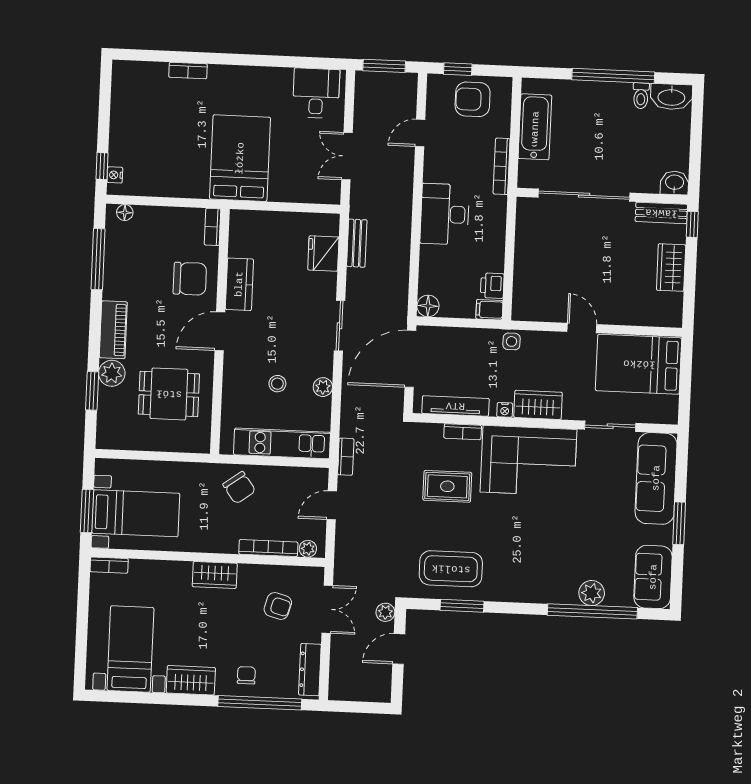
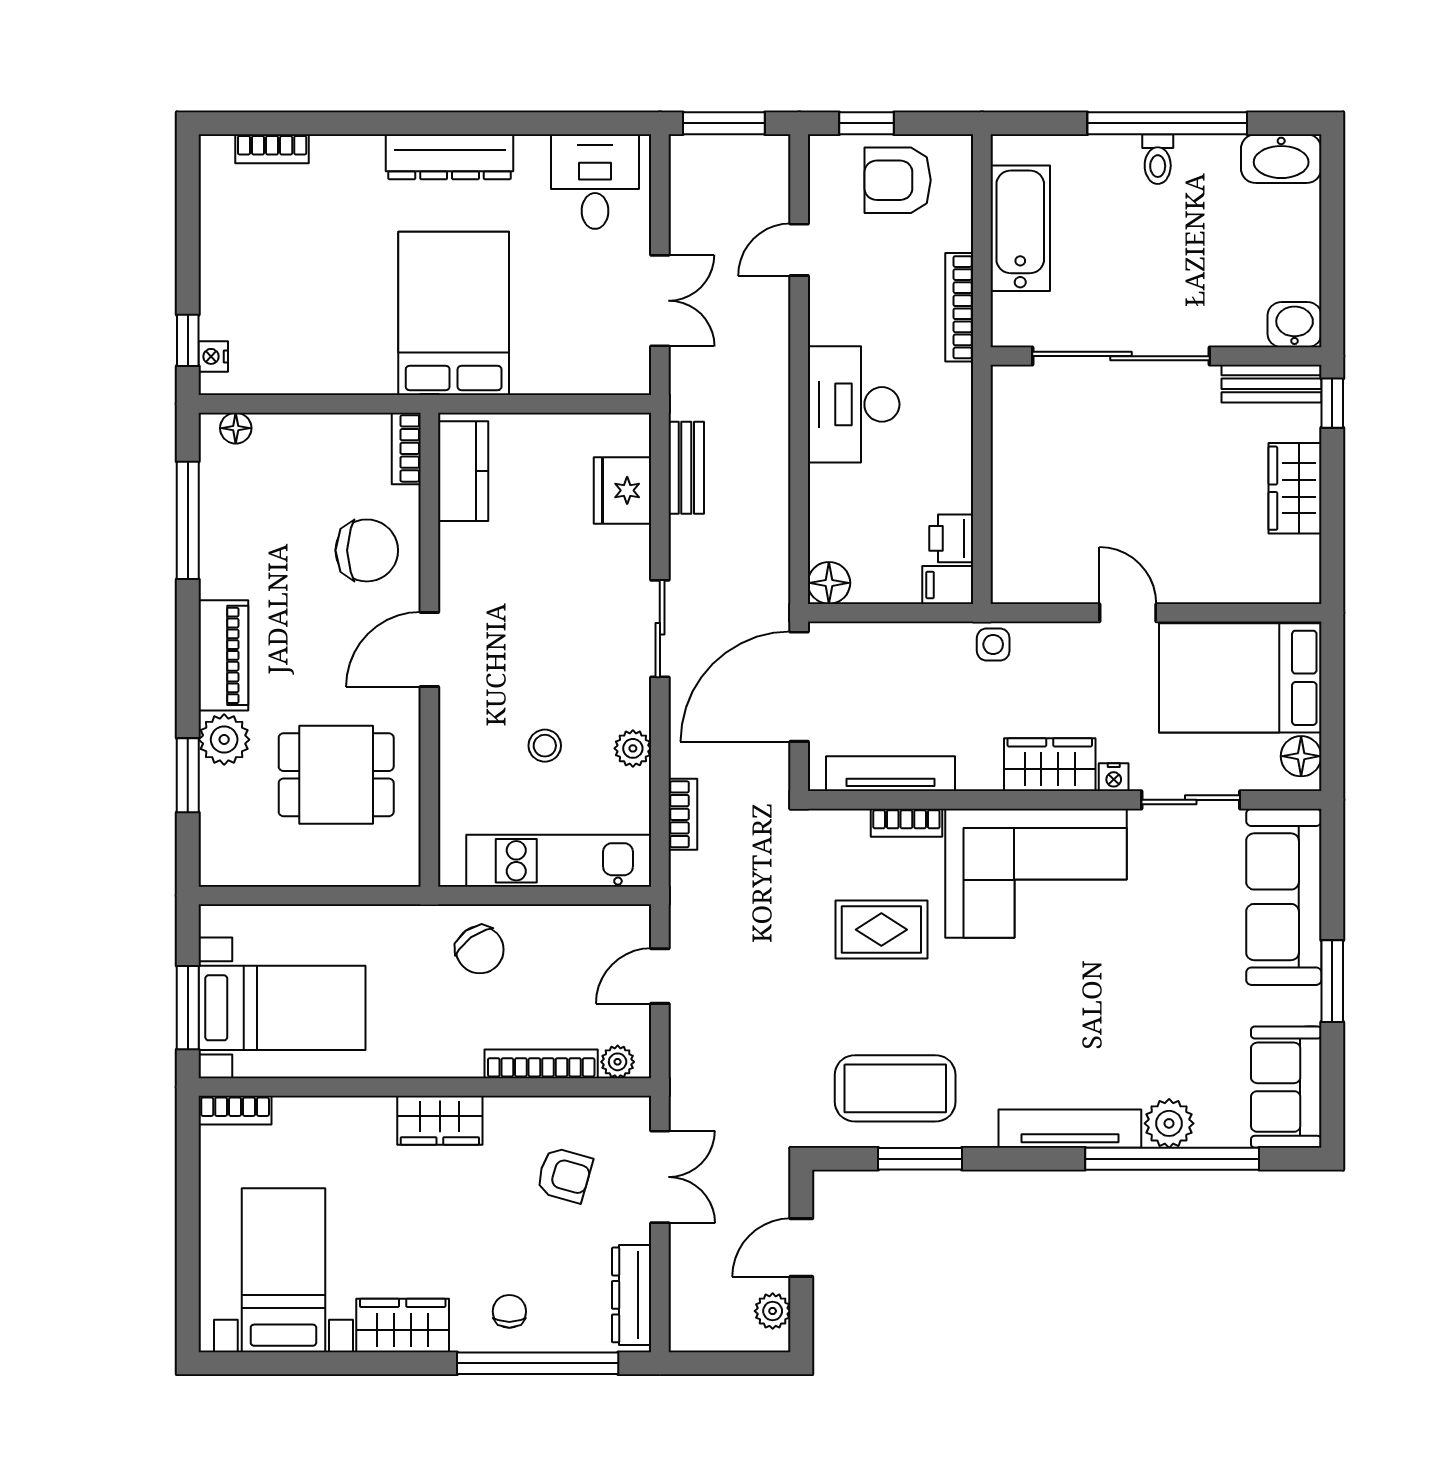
bookcase: (188, 71) -> (272, 149), moved
dresser: (241, 77) -> (450, 157), added
toilet: (641, 96) -> (1158, 159), moved
double door: (347, 156) -> (660, 301), swing flipped
kitchen counter: (239, 284) -> (463, 471), moved
floor lamp: (668, 406) -> (1301, 756), added
nightstand: (505, 410) -> (1114, 777), moved
bookcase: (346, 457) -> (683, 814), moved
tv unit: (540, 593) -> (1070, 1129), added
plant: (385, 612) -> (773, 1311), moved

